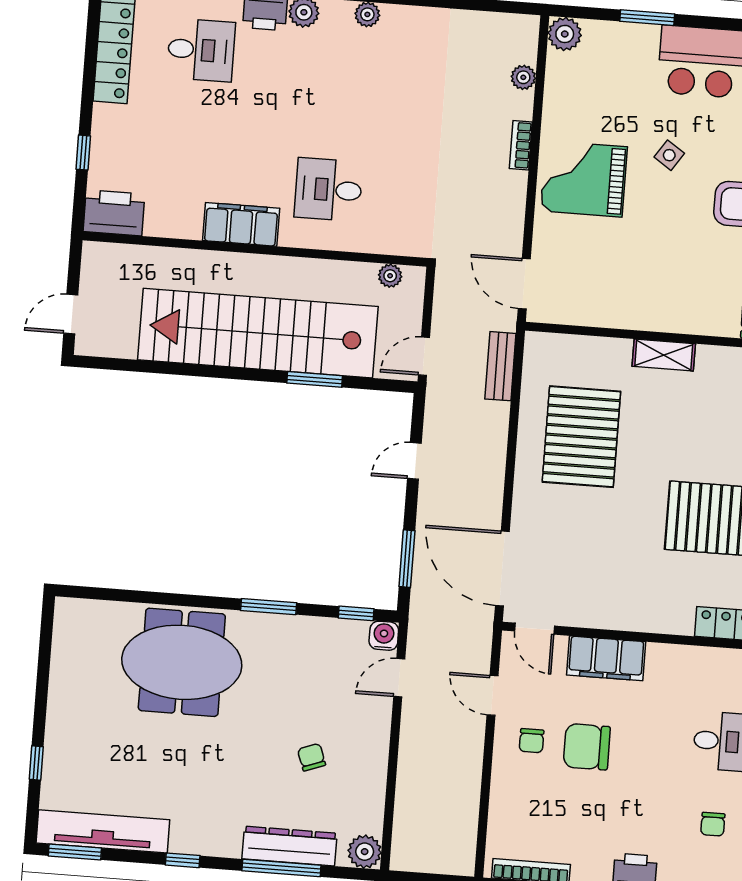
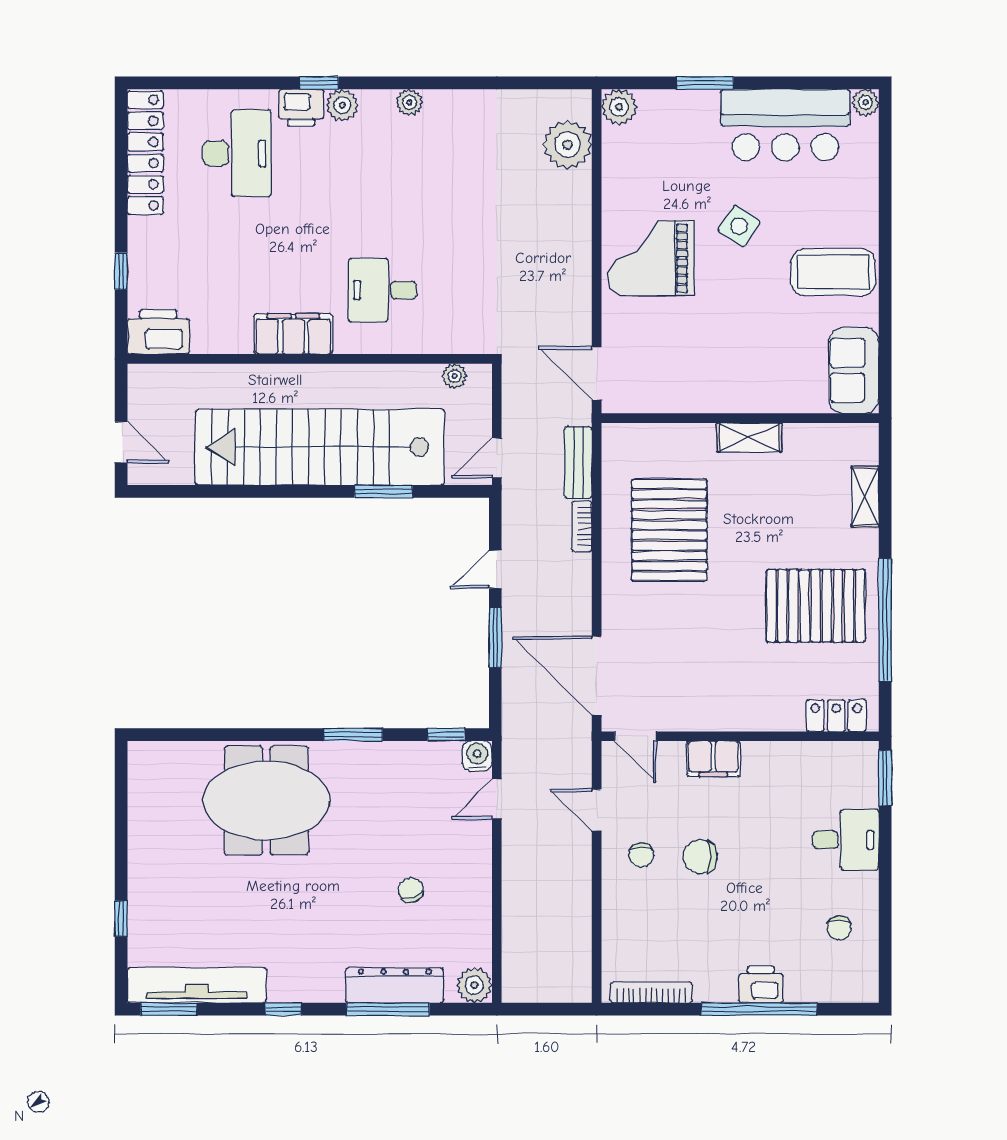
desk: (201, 50) -> (237, 153), width x1.37
plant: (523, 77) -> (567, 145), width x1.87, depth x1.87
bookcase: (521, 145) -> (582, 526), moved
side table: (669, 155) -> (739, 226), width x1.37, depth x1.37
door: (71, 314) -> (121, 442), swing flipped
window: (407, 559) -> (495, 637), moved
filing cabinet: (606, 658) -> (713, 759), width x0.67, depth x0.86
chair: (587, 747) -> (700, 857), width x0.73, depth x0.73

